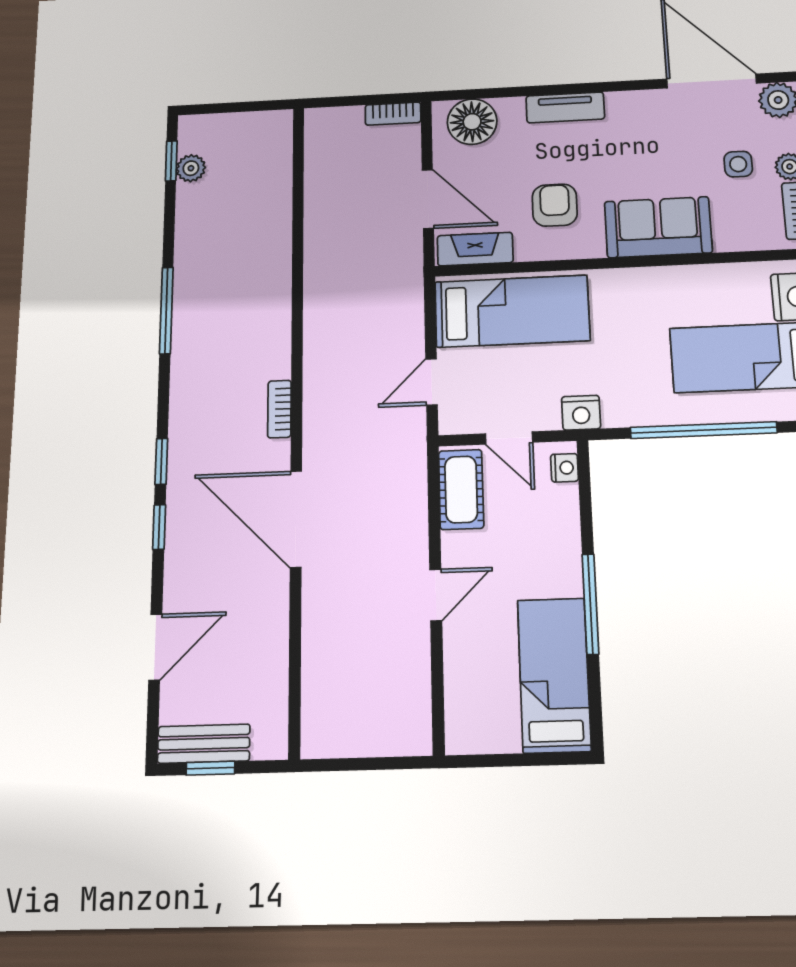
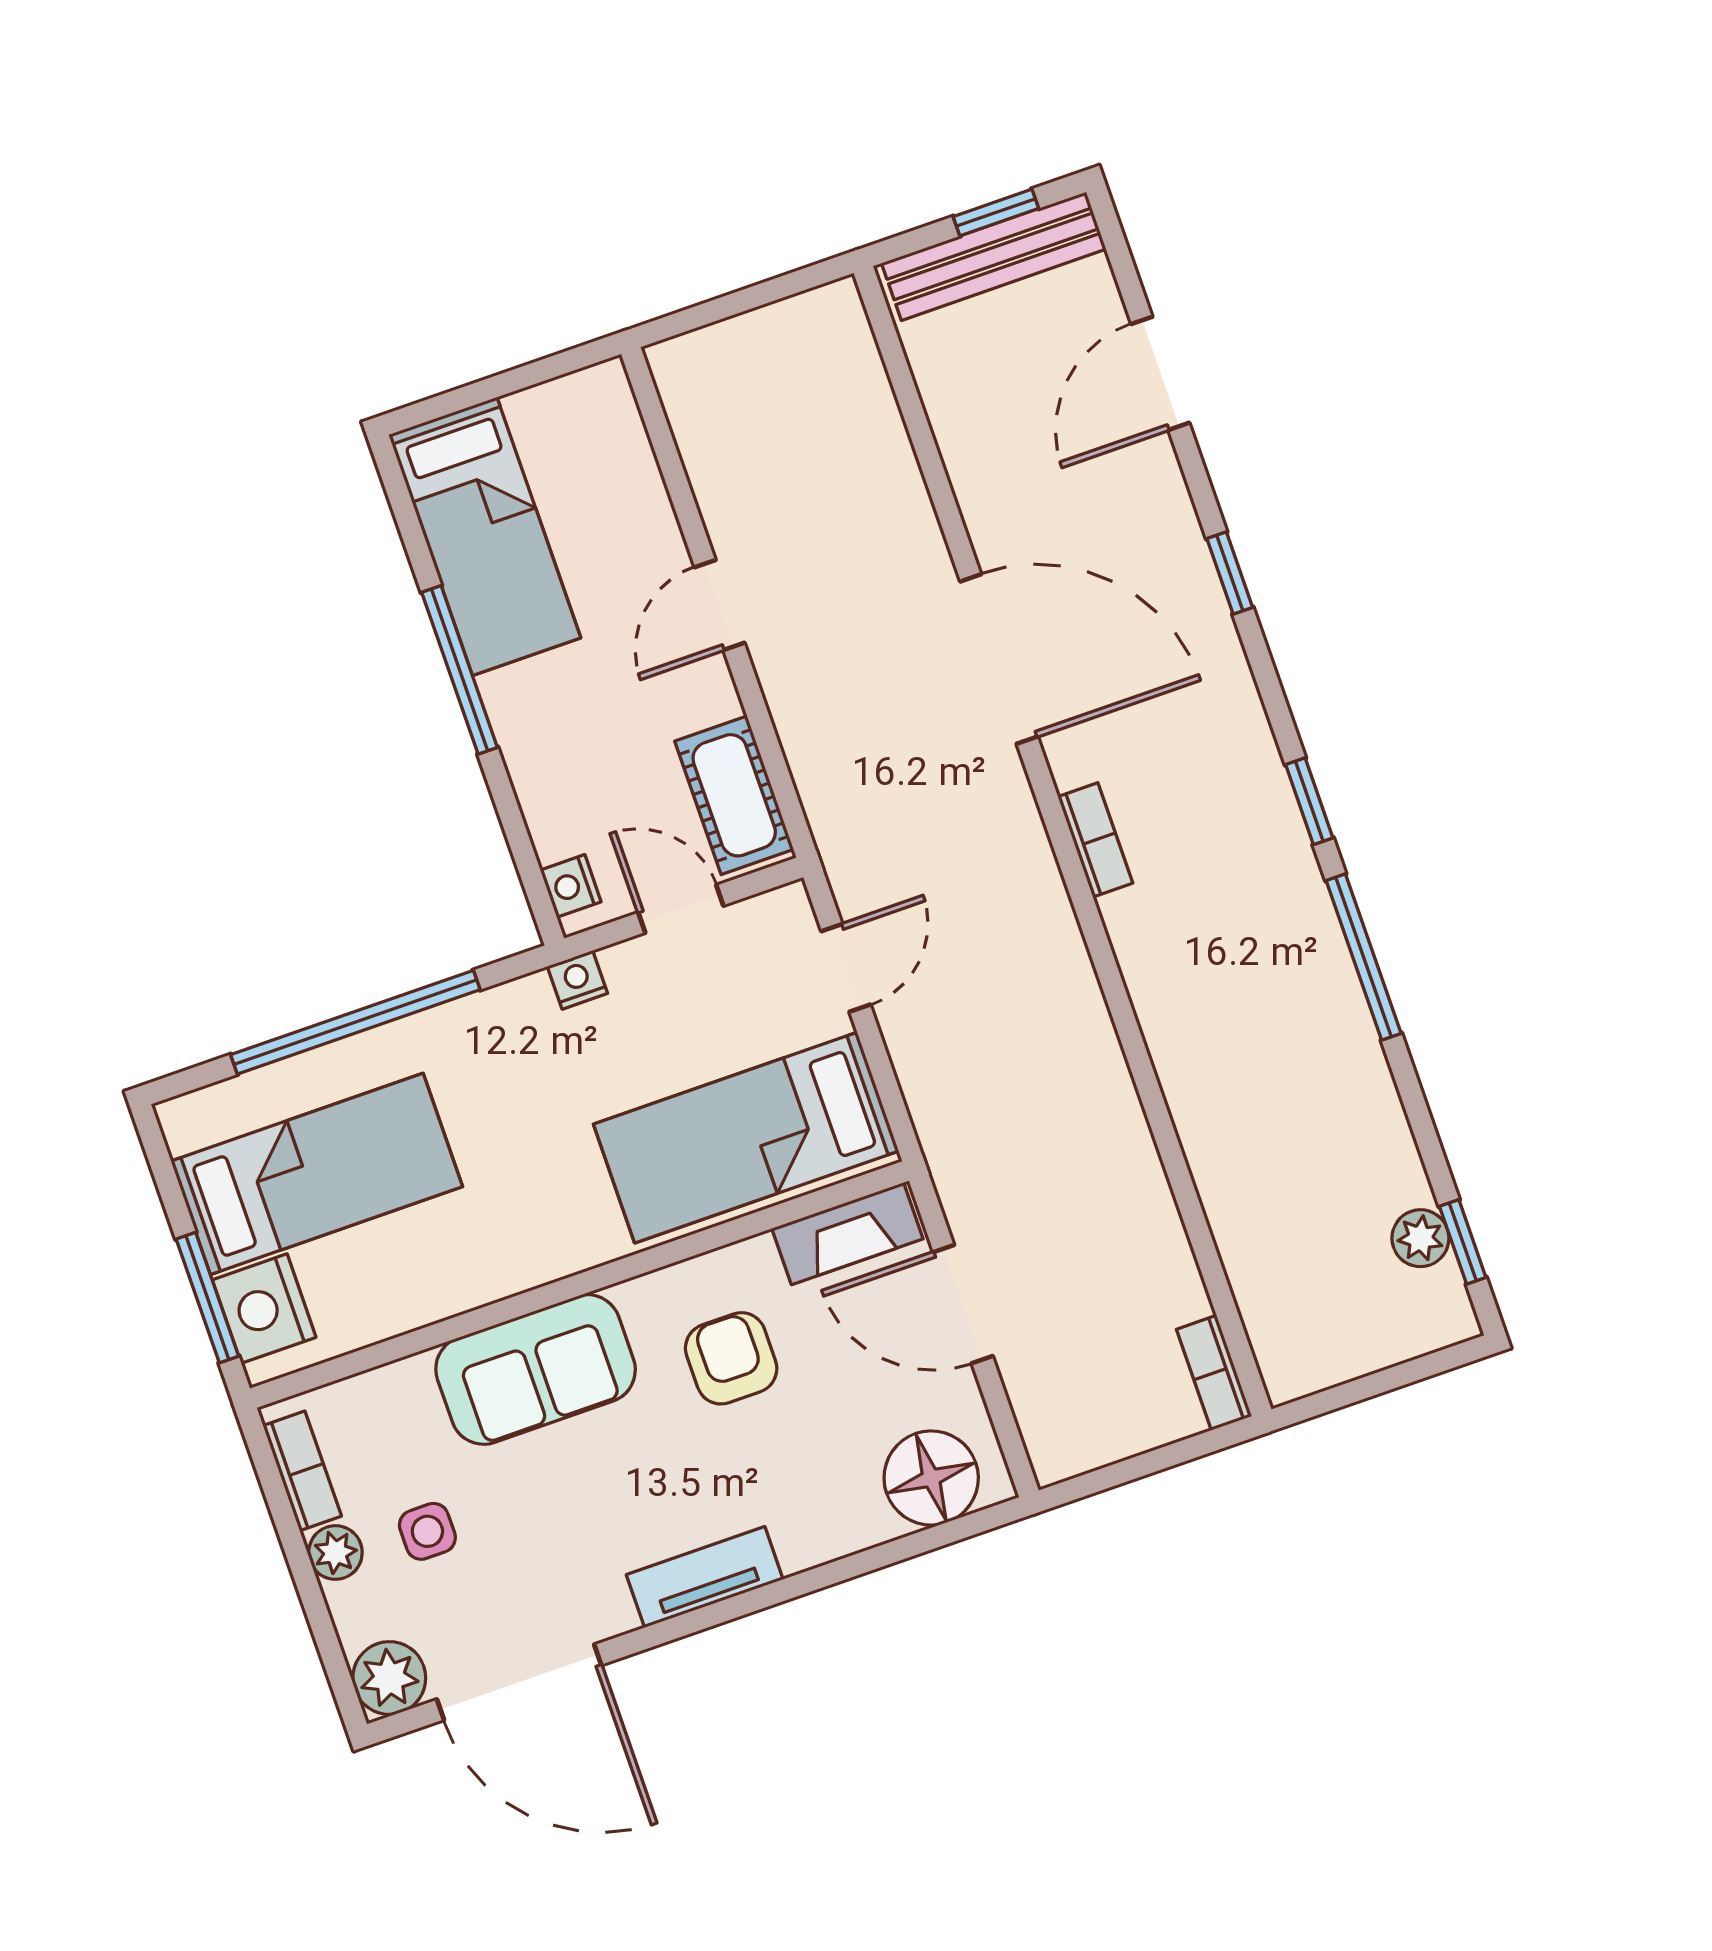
tv unit: (565, 107) -> (705, 1577), moved
bookcase: (393, 114) -> (1214, 1373), moved, turned -90
armchair: (555, 205) -> (731, 1358), turned 180
nightstand: (581, 413) -> (577, 980), width x0.72, depth x0.74
window: (161, 461) -> (1309, 801), moved
bench: (204, 744) -> (994, 256), width x1.36

